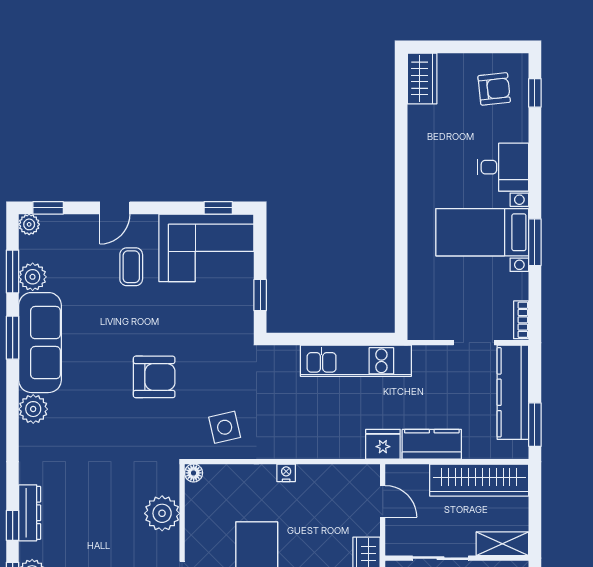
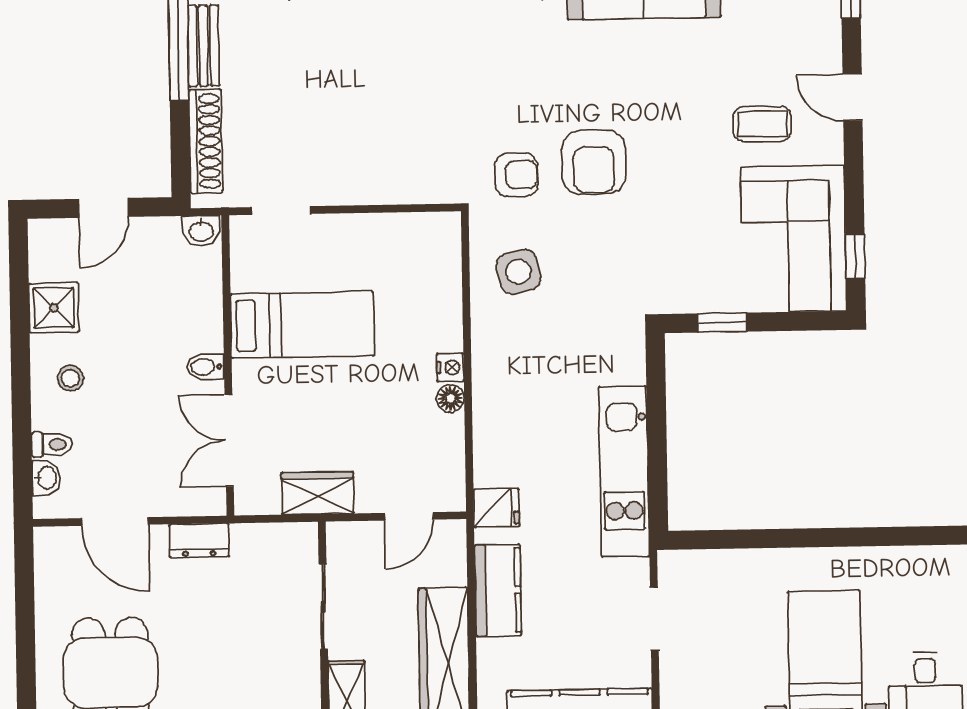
doorway: (474, 343) -> (654, 619), moved
armchair: (162, 428) -> (516, 175), added
fridge: (383, 444) -> (496, 508), width x0.72
floor lamp: (194, 473) -> (450, 398), moved
plant: (162, 513) -> (385, 178), removed

